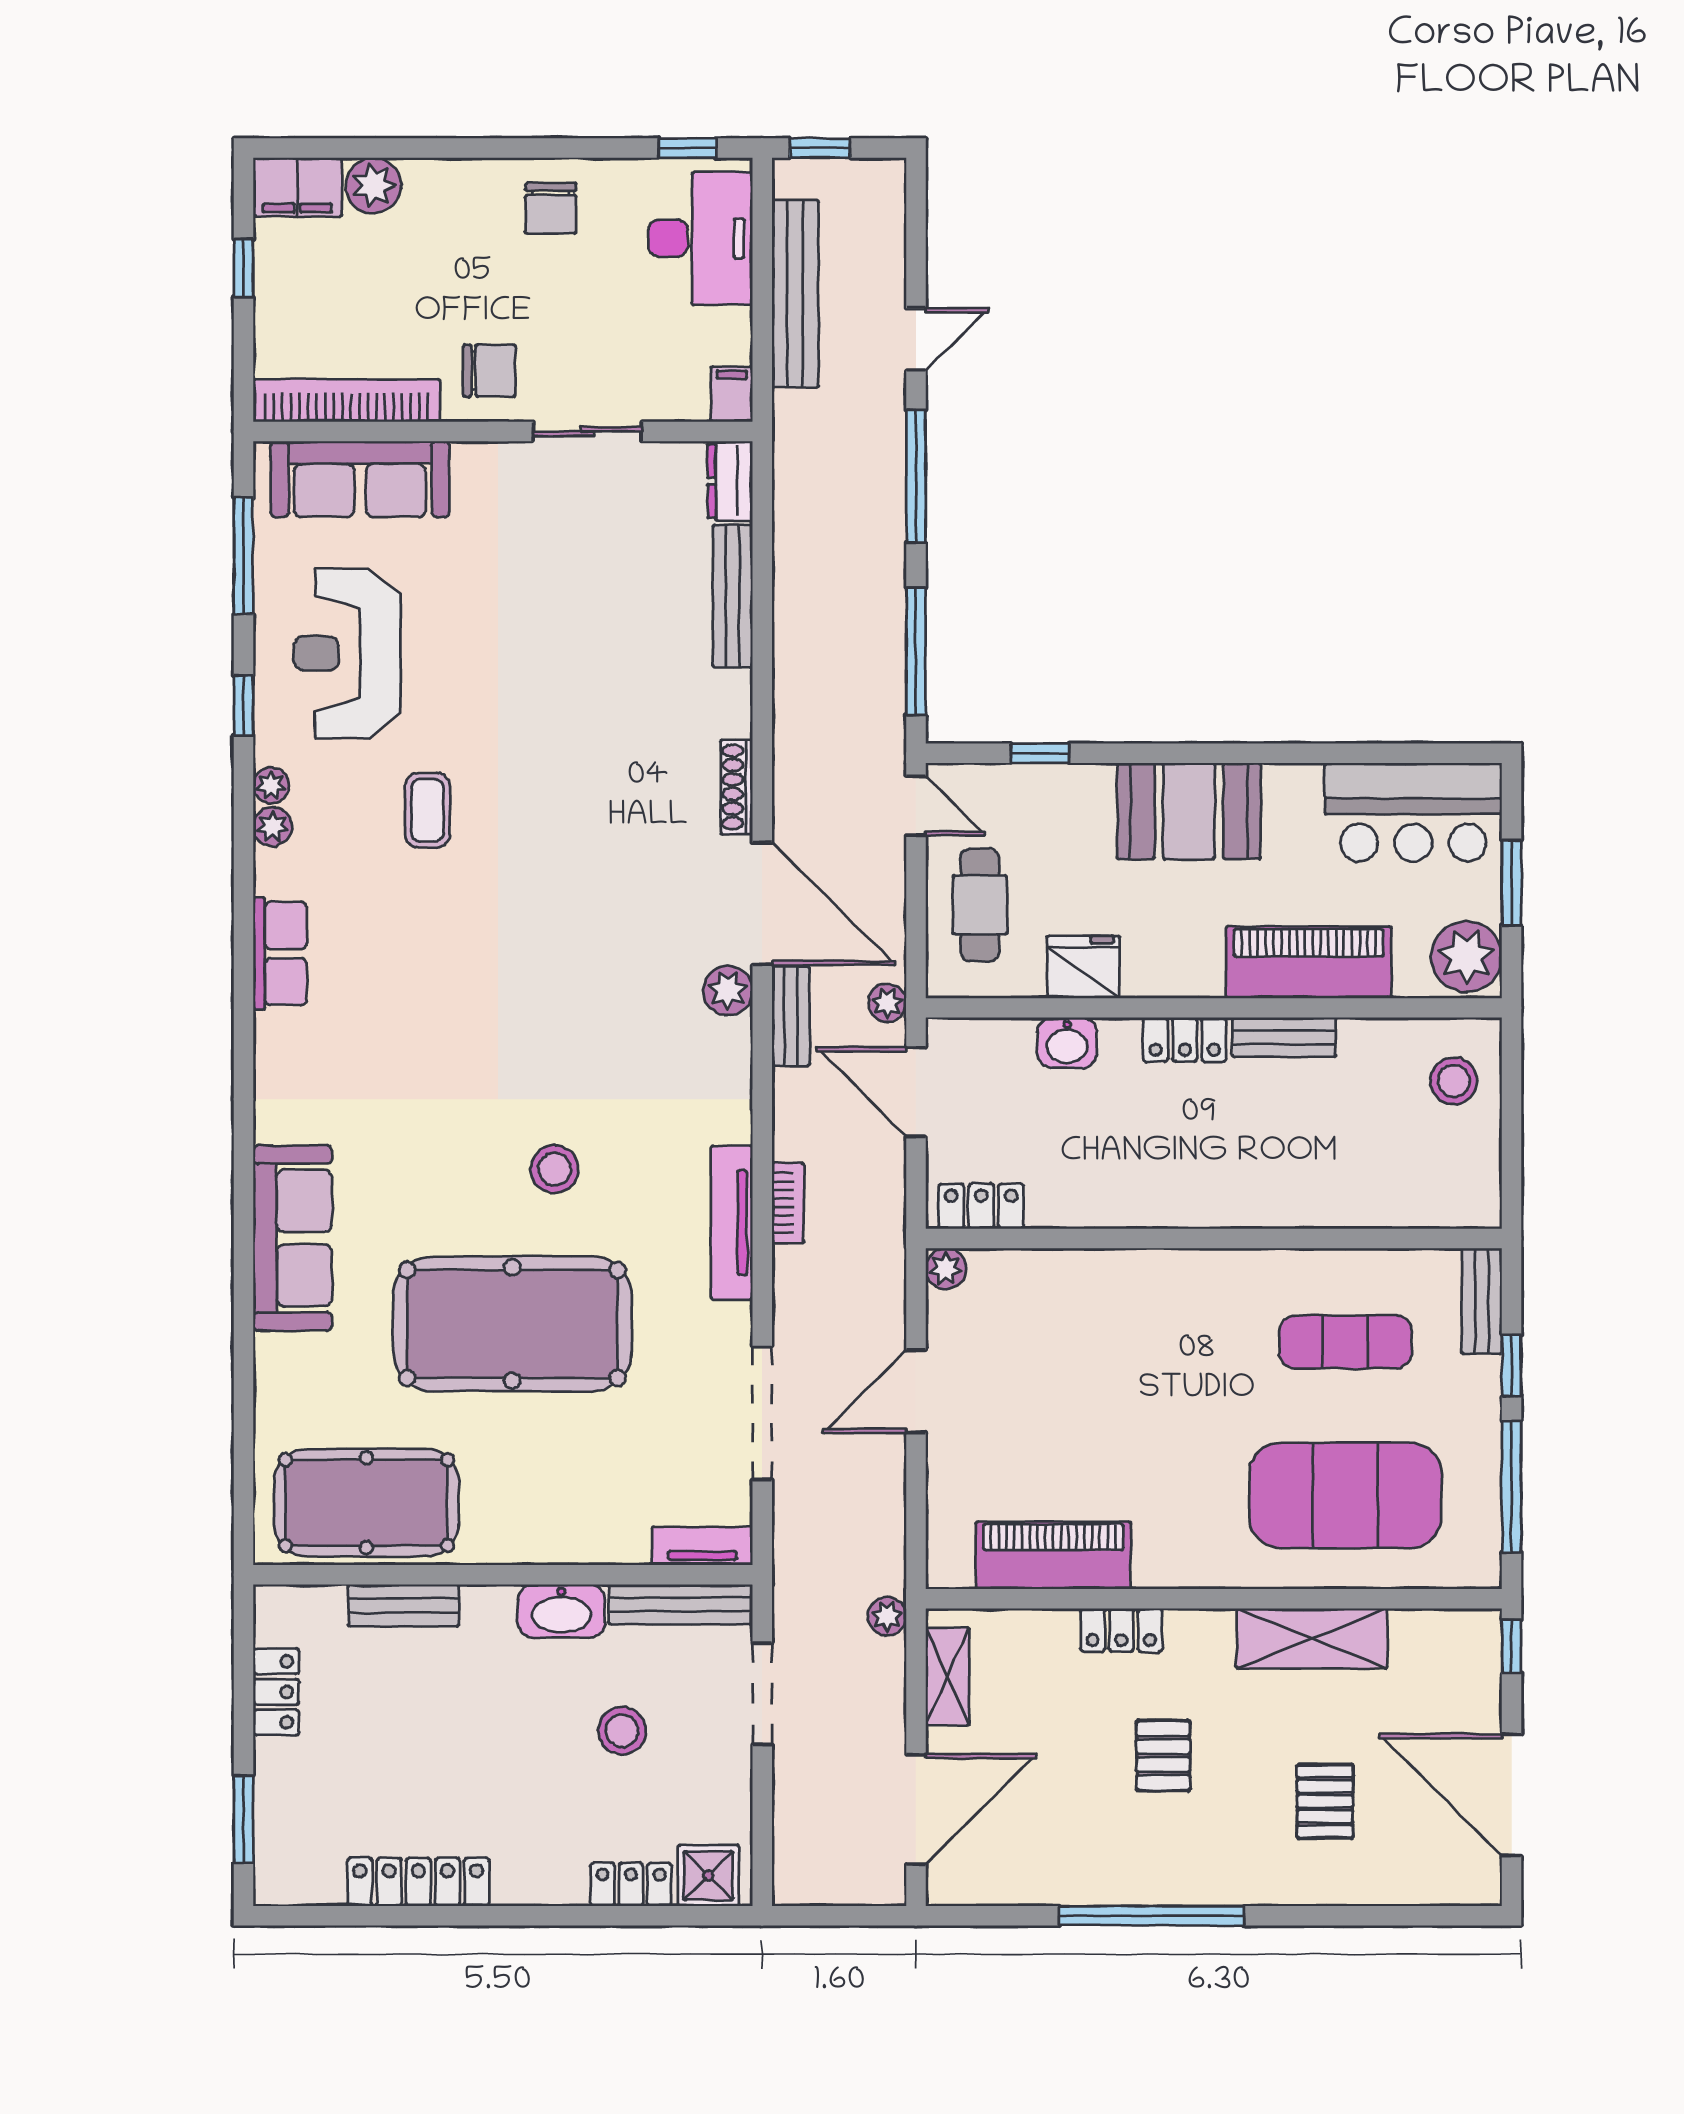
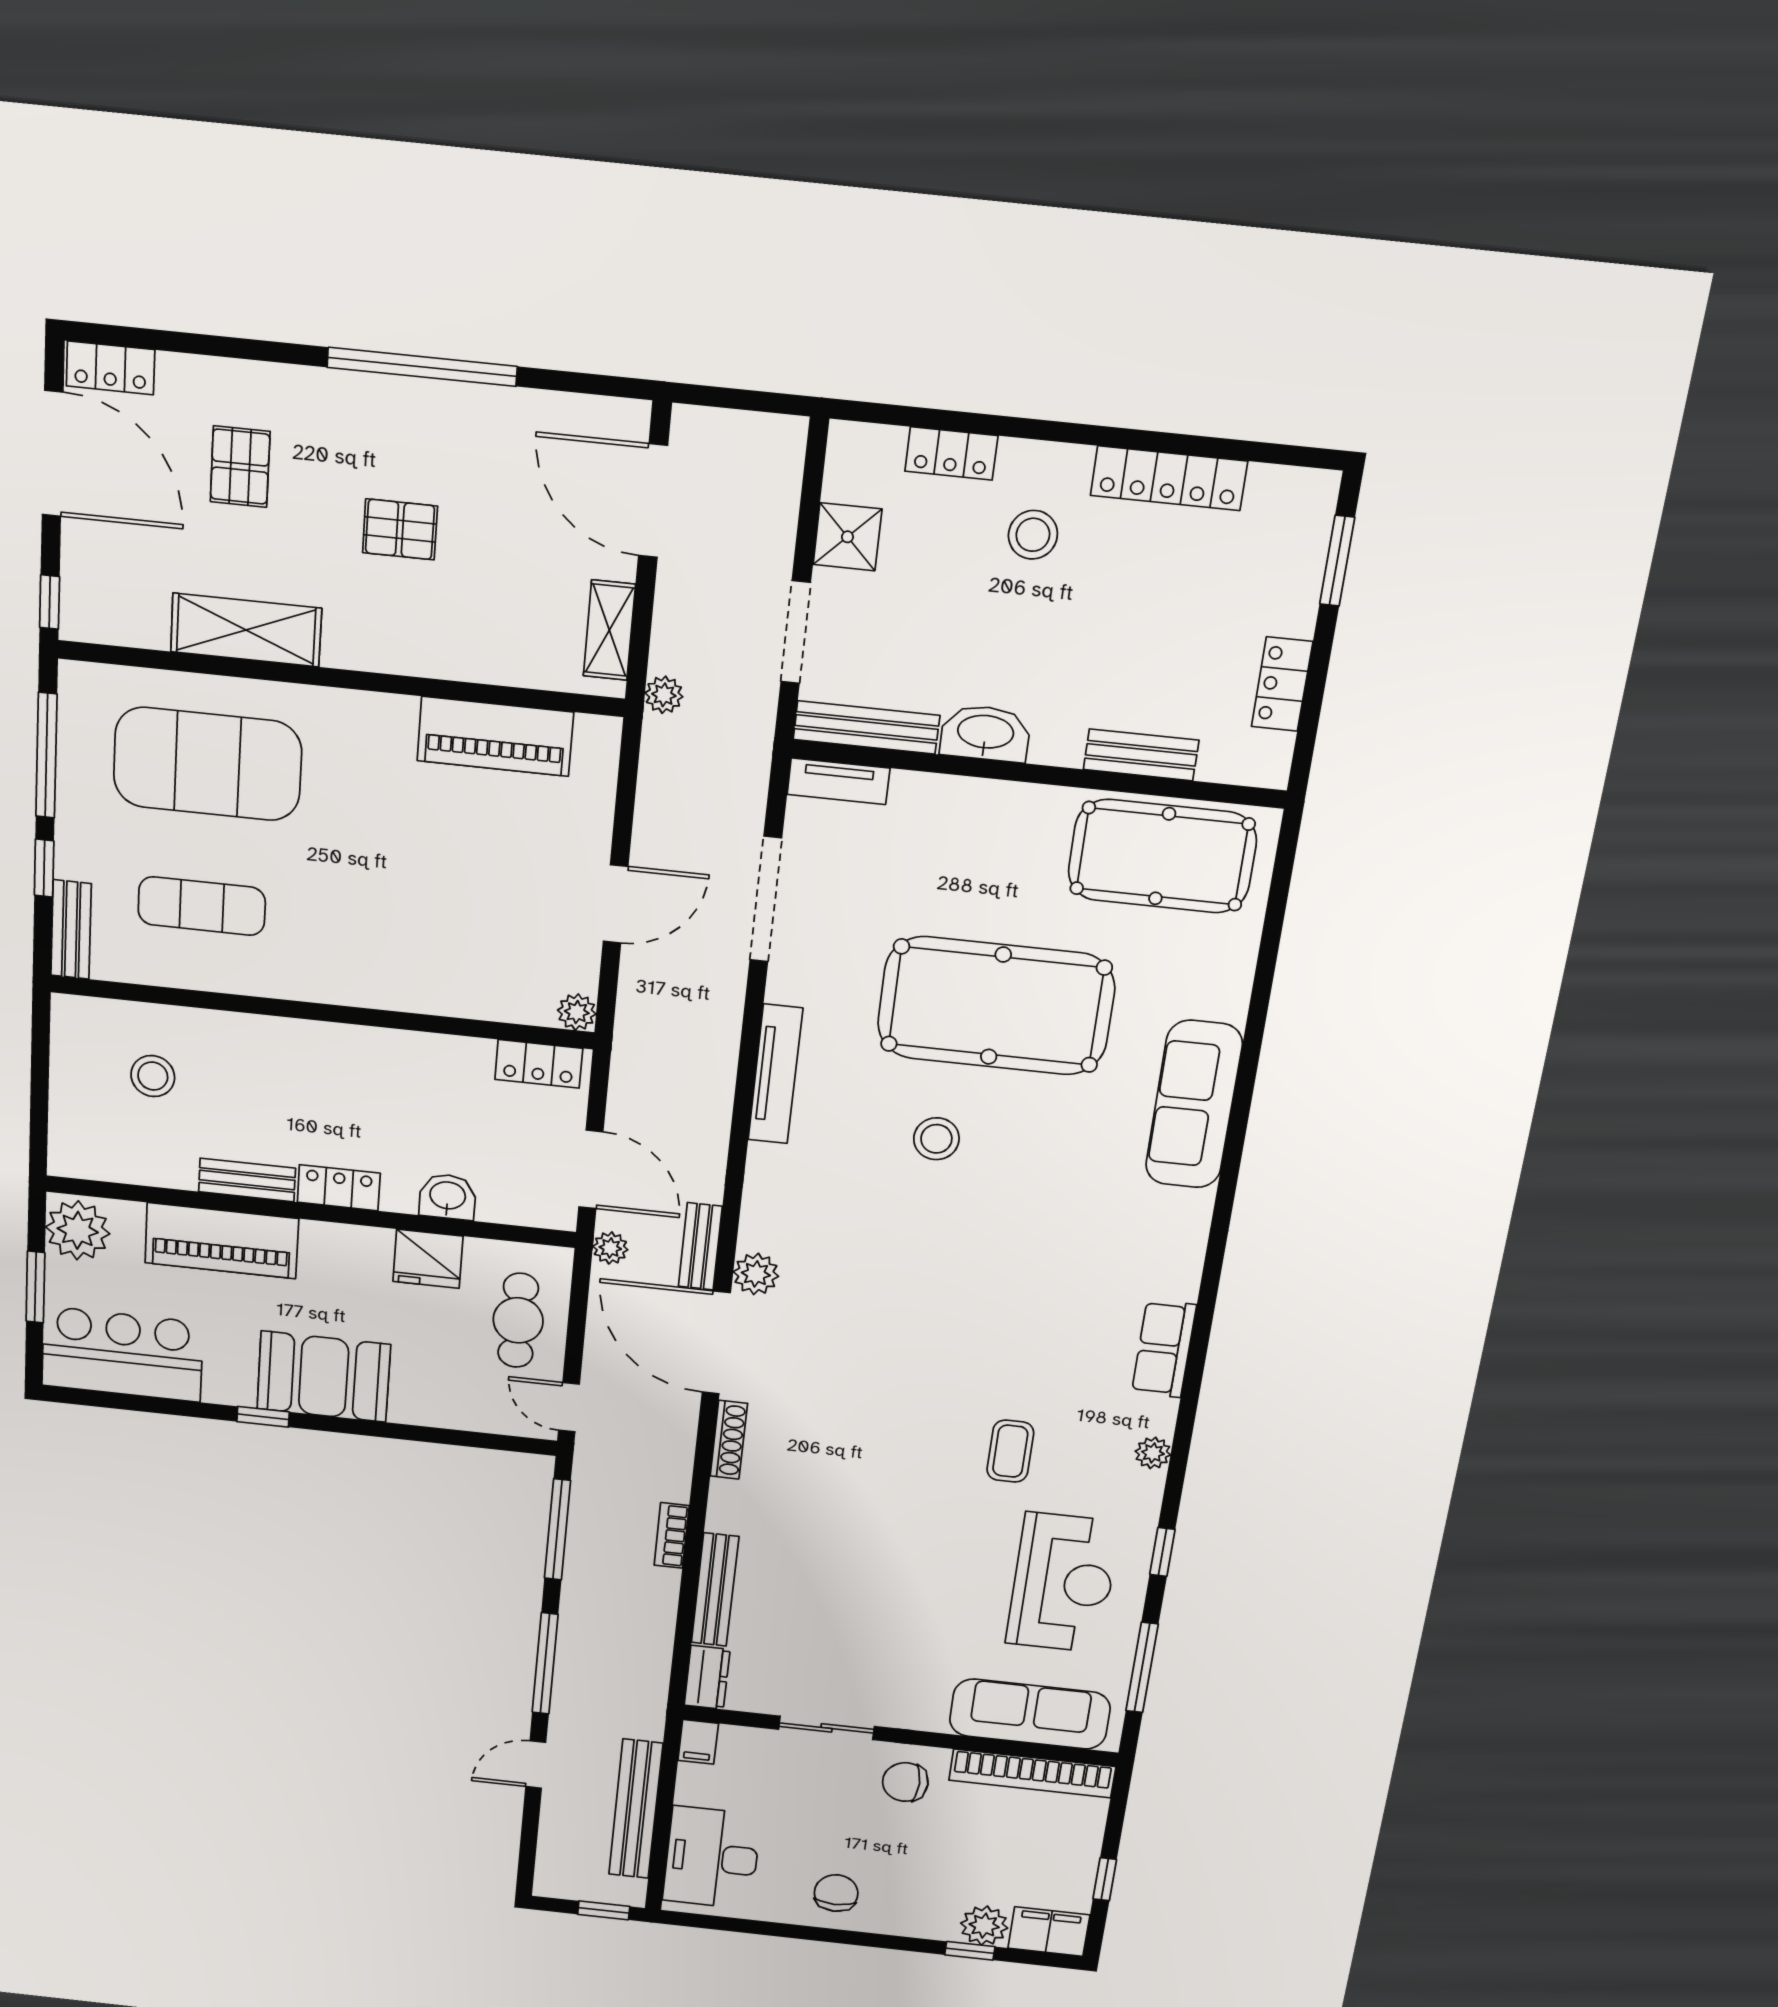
window: (687, 148) -> (970, 1951), moved
window: (1040, 753) -> (263, 1417), moved
plant: (271, 785) -> (1149, 1486), removed
stool: (1454, 1081) -> (153, 1076), moved
bookcase: (788, 1203) -> (672, 1535), moved
locker: (1121, 1630) -> (110, 368), moved, turned 180
stool: (622, 1731) -> (1033, 535), moved
pallet: (1163, 1756) -> (400, 529), turned 90
door: (916, 1809) -> (653, 501), hinge flipped
shower: (708, 1876) -> (847, 537), moved

